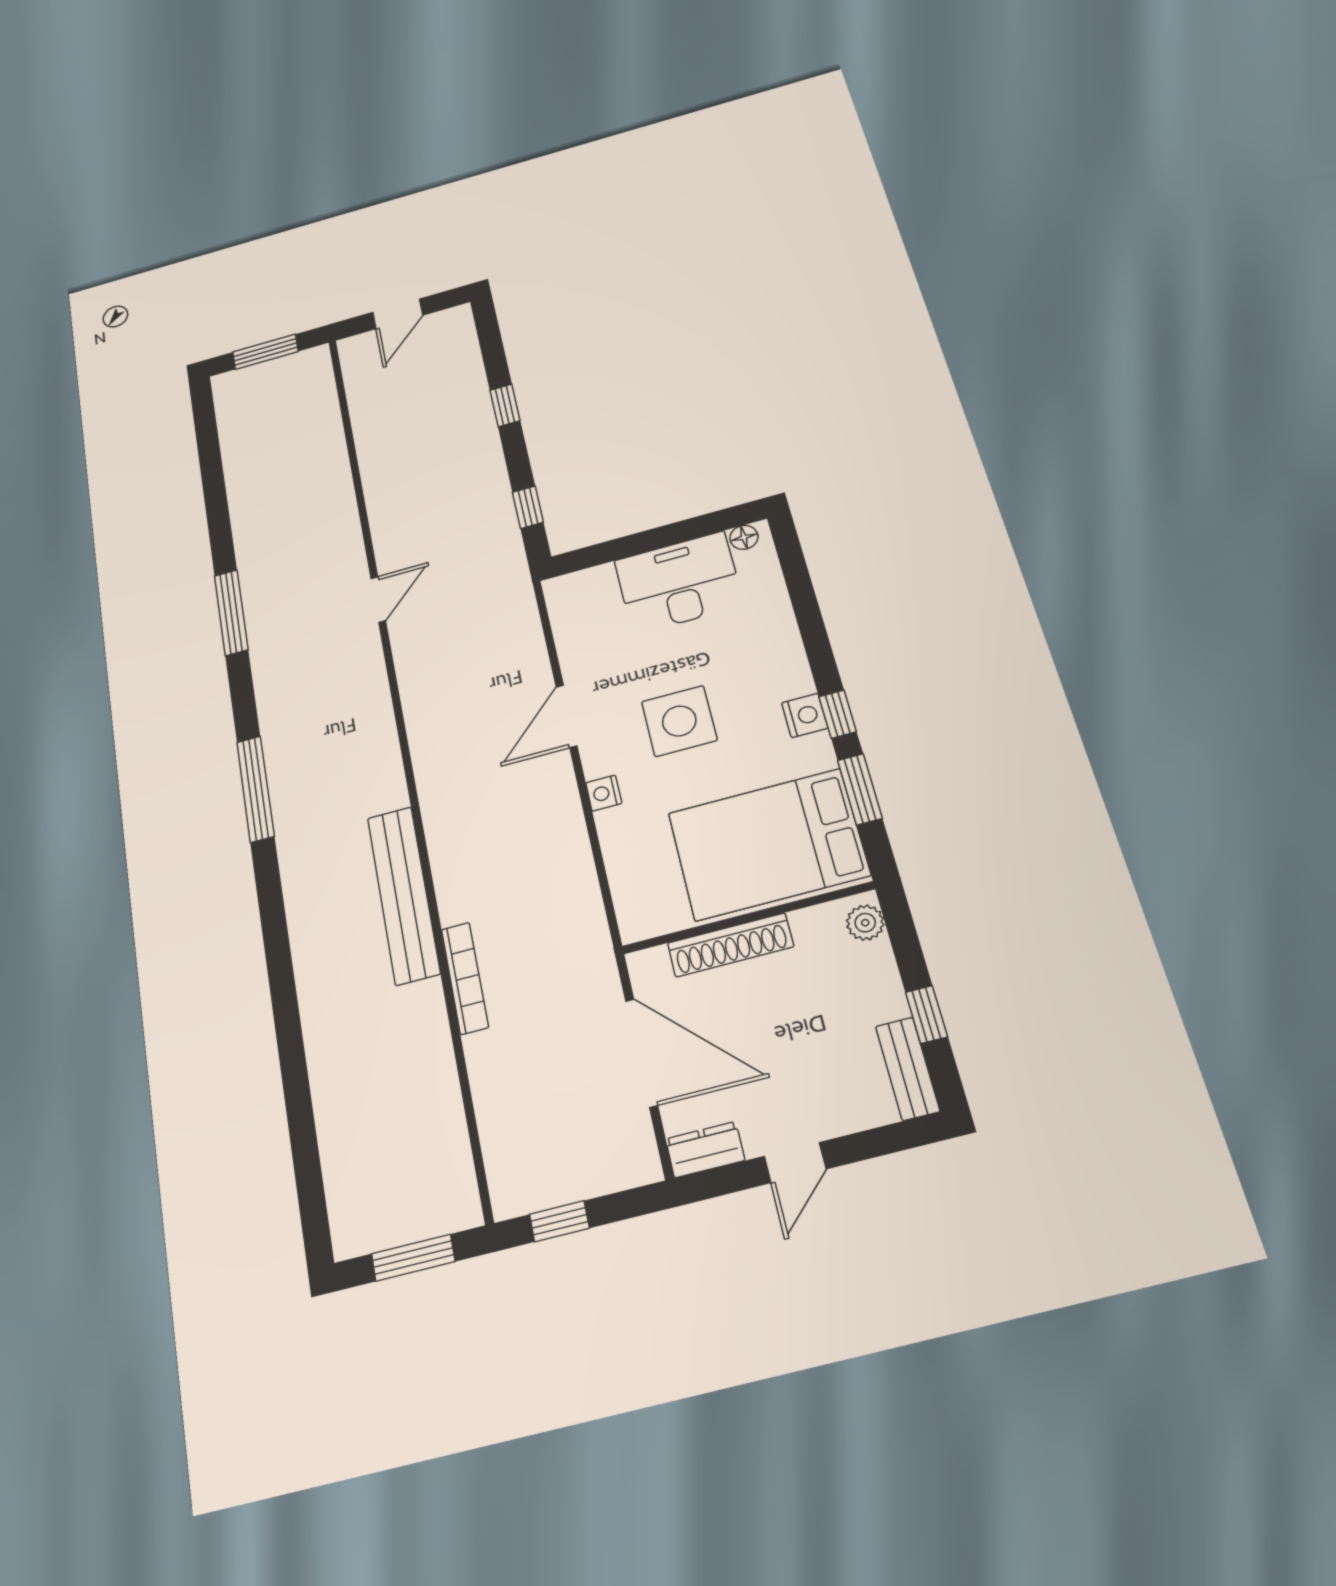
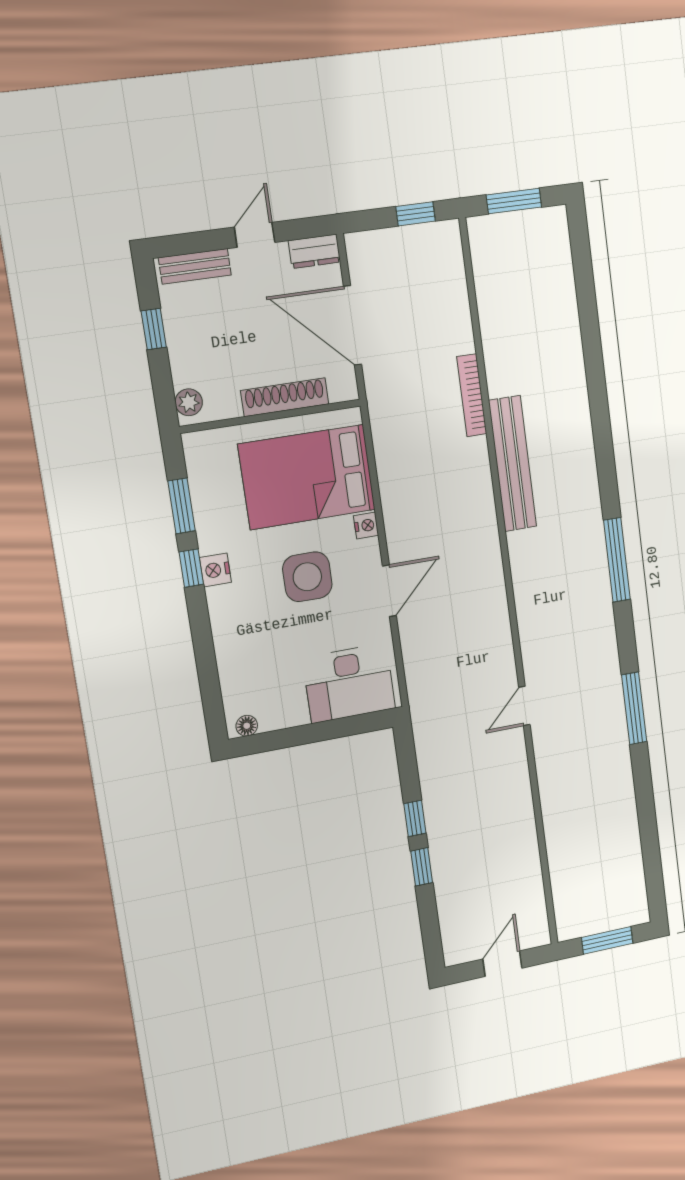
window: (528, 507) -> (415, 818), moved
desk: (679, 583) -> (349, 683), moved
bed: (768, 844) -> (307, 477), moved, turned 180
bench: (908, 1069) -> (195, 266), moved, turned 90

